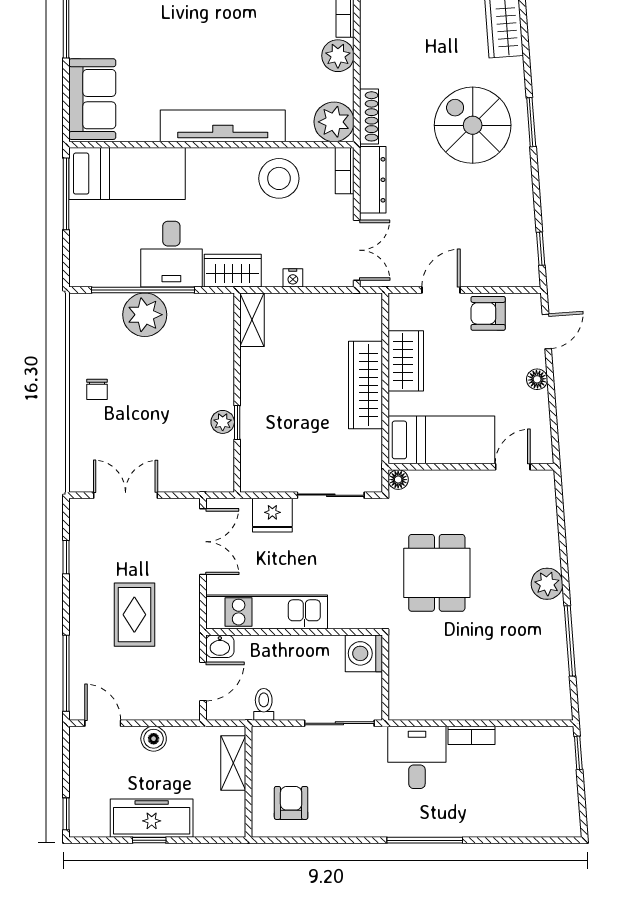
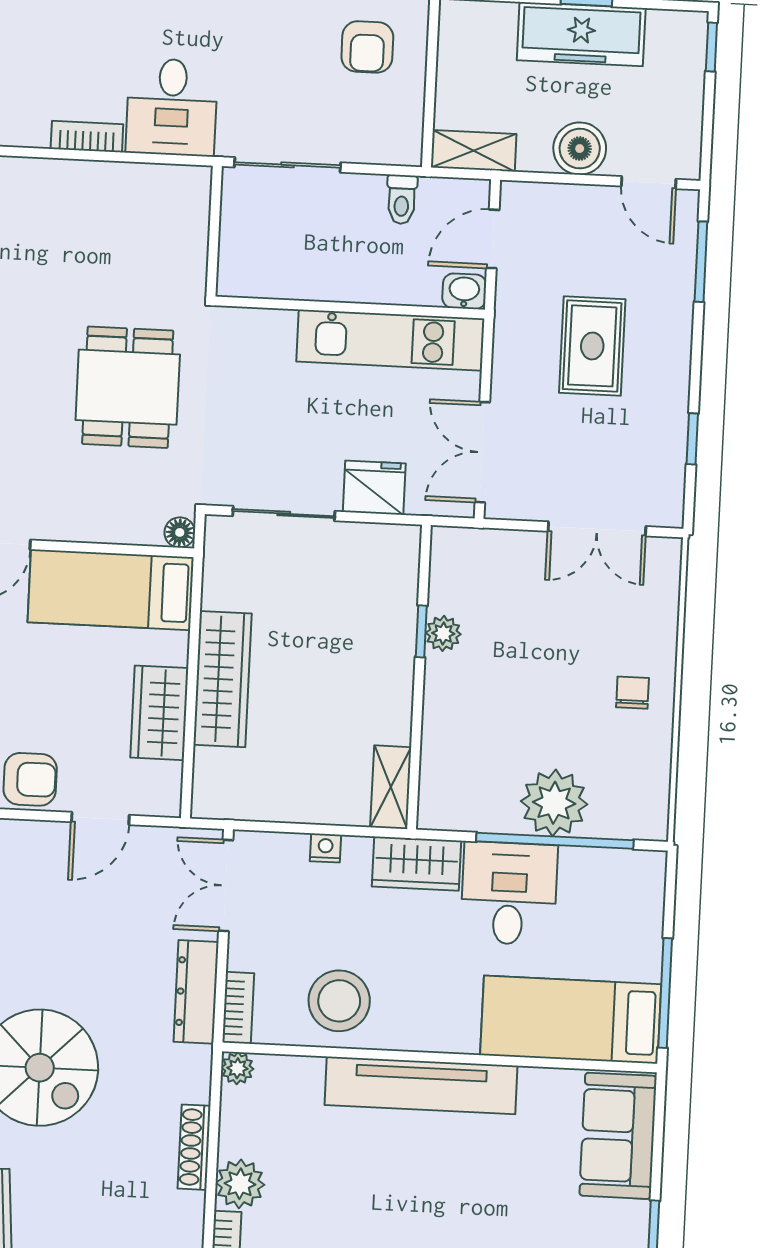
shoe rack: (369, 116) -> (194, 1147), moved
plant: (334, 122) -> (237, 1068), width x0.53, depth x0.53
washing machine: (364, 653) -> (245, 270), removed
window: (66, 673) -> (701, 262), width x0.69
boiler: (154, 739) -> (580, 149), width x1.36, depth x1.36
shelving: (233, 763) -> (474, 151), moved, turned 90

